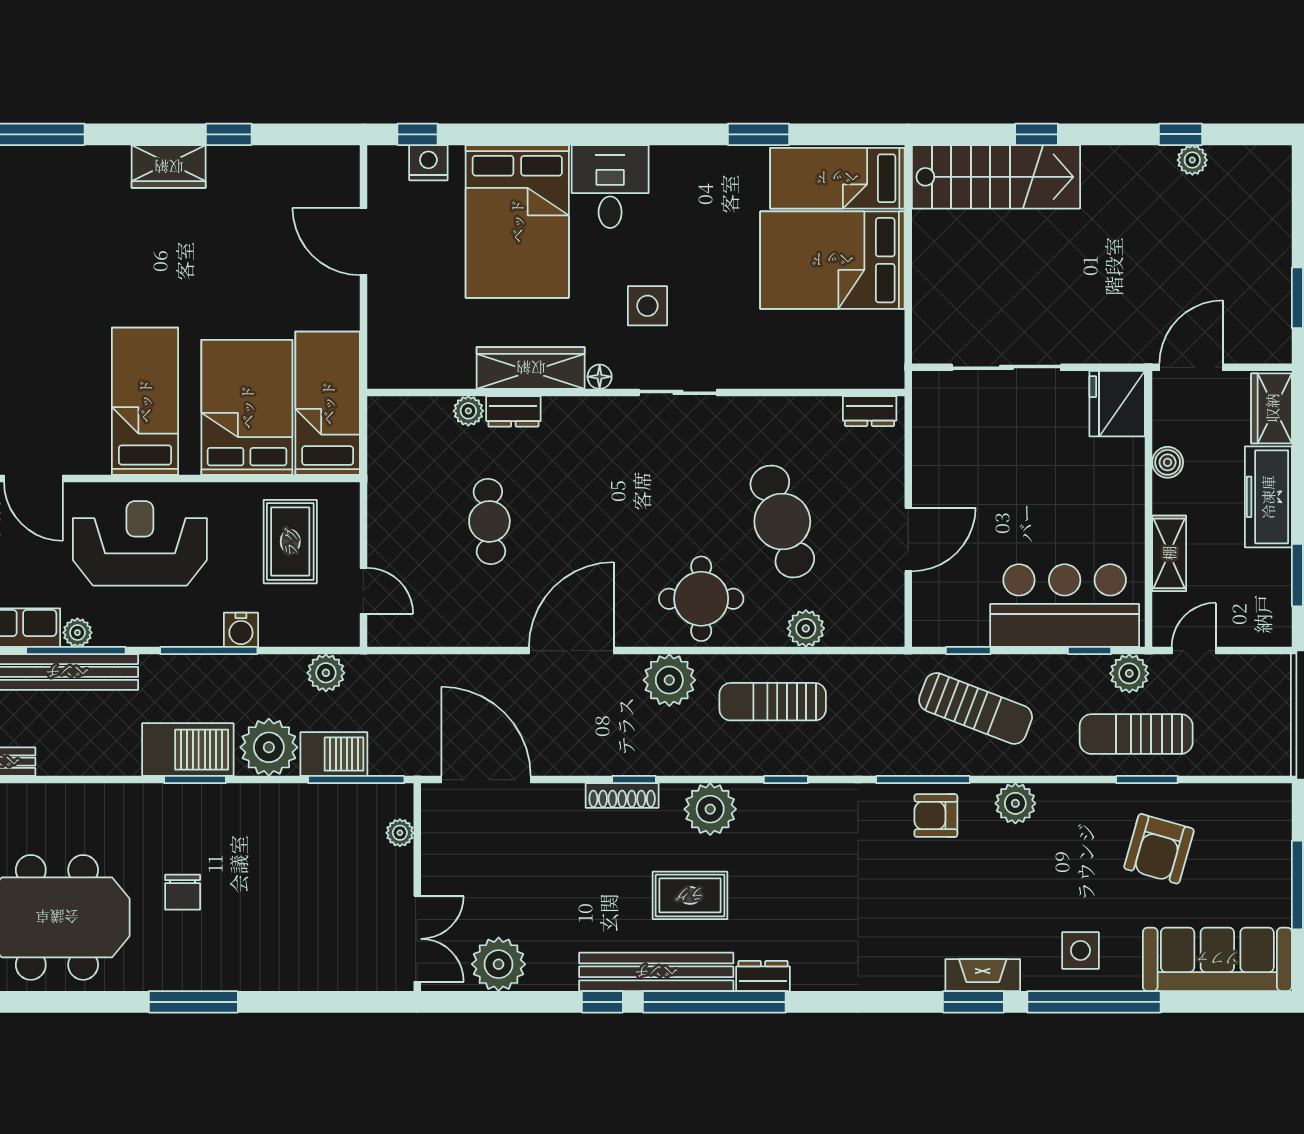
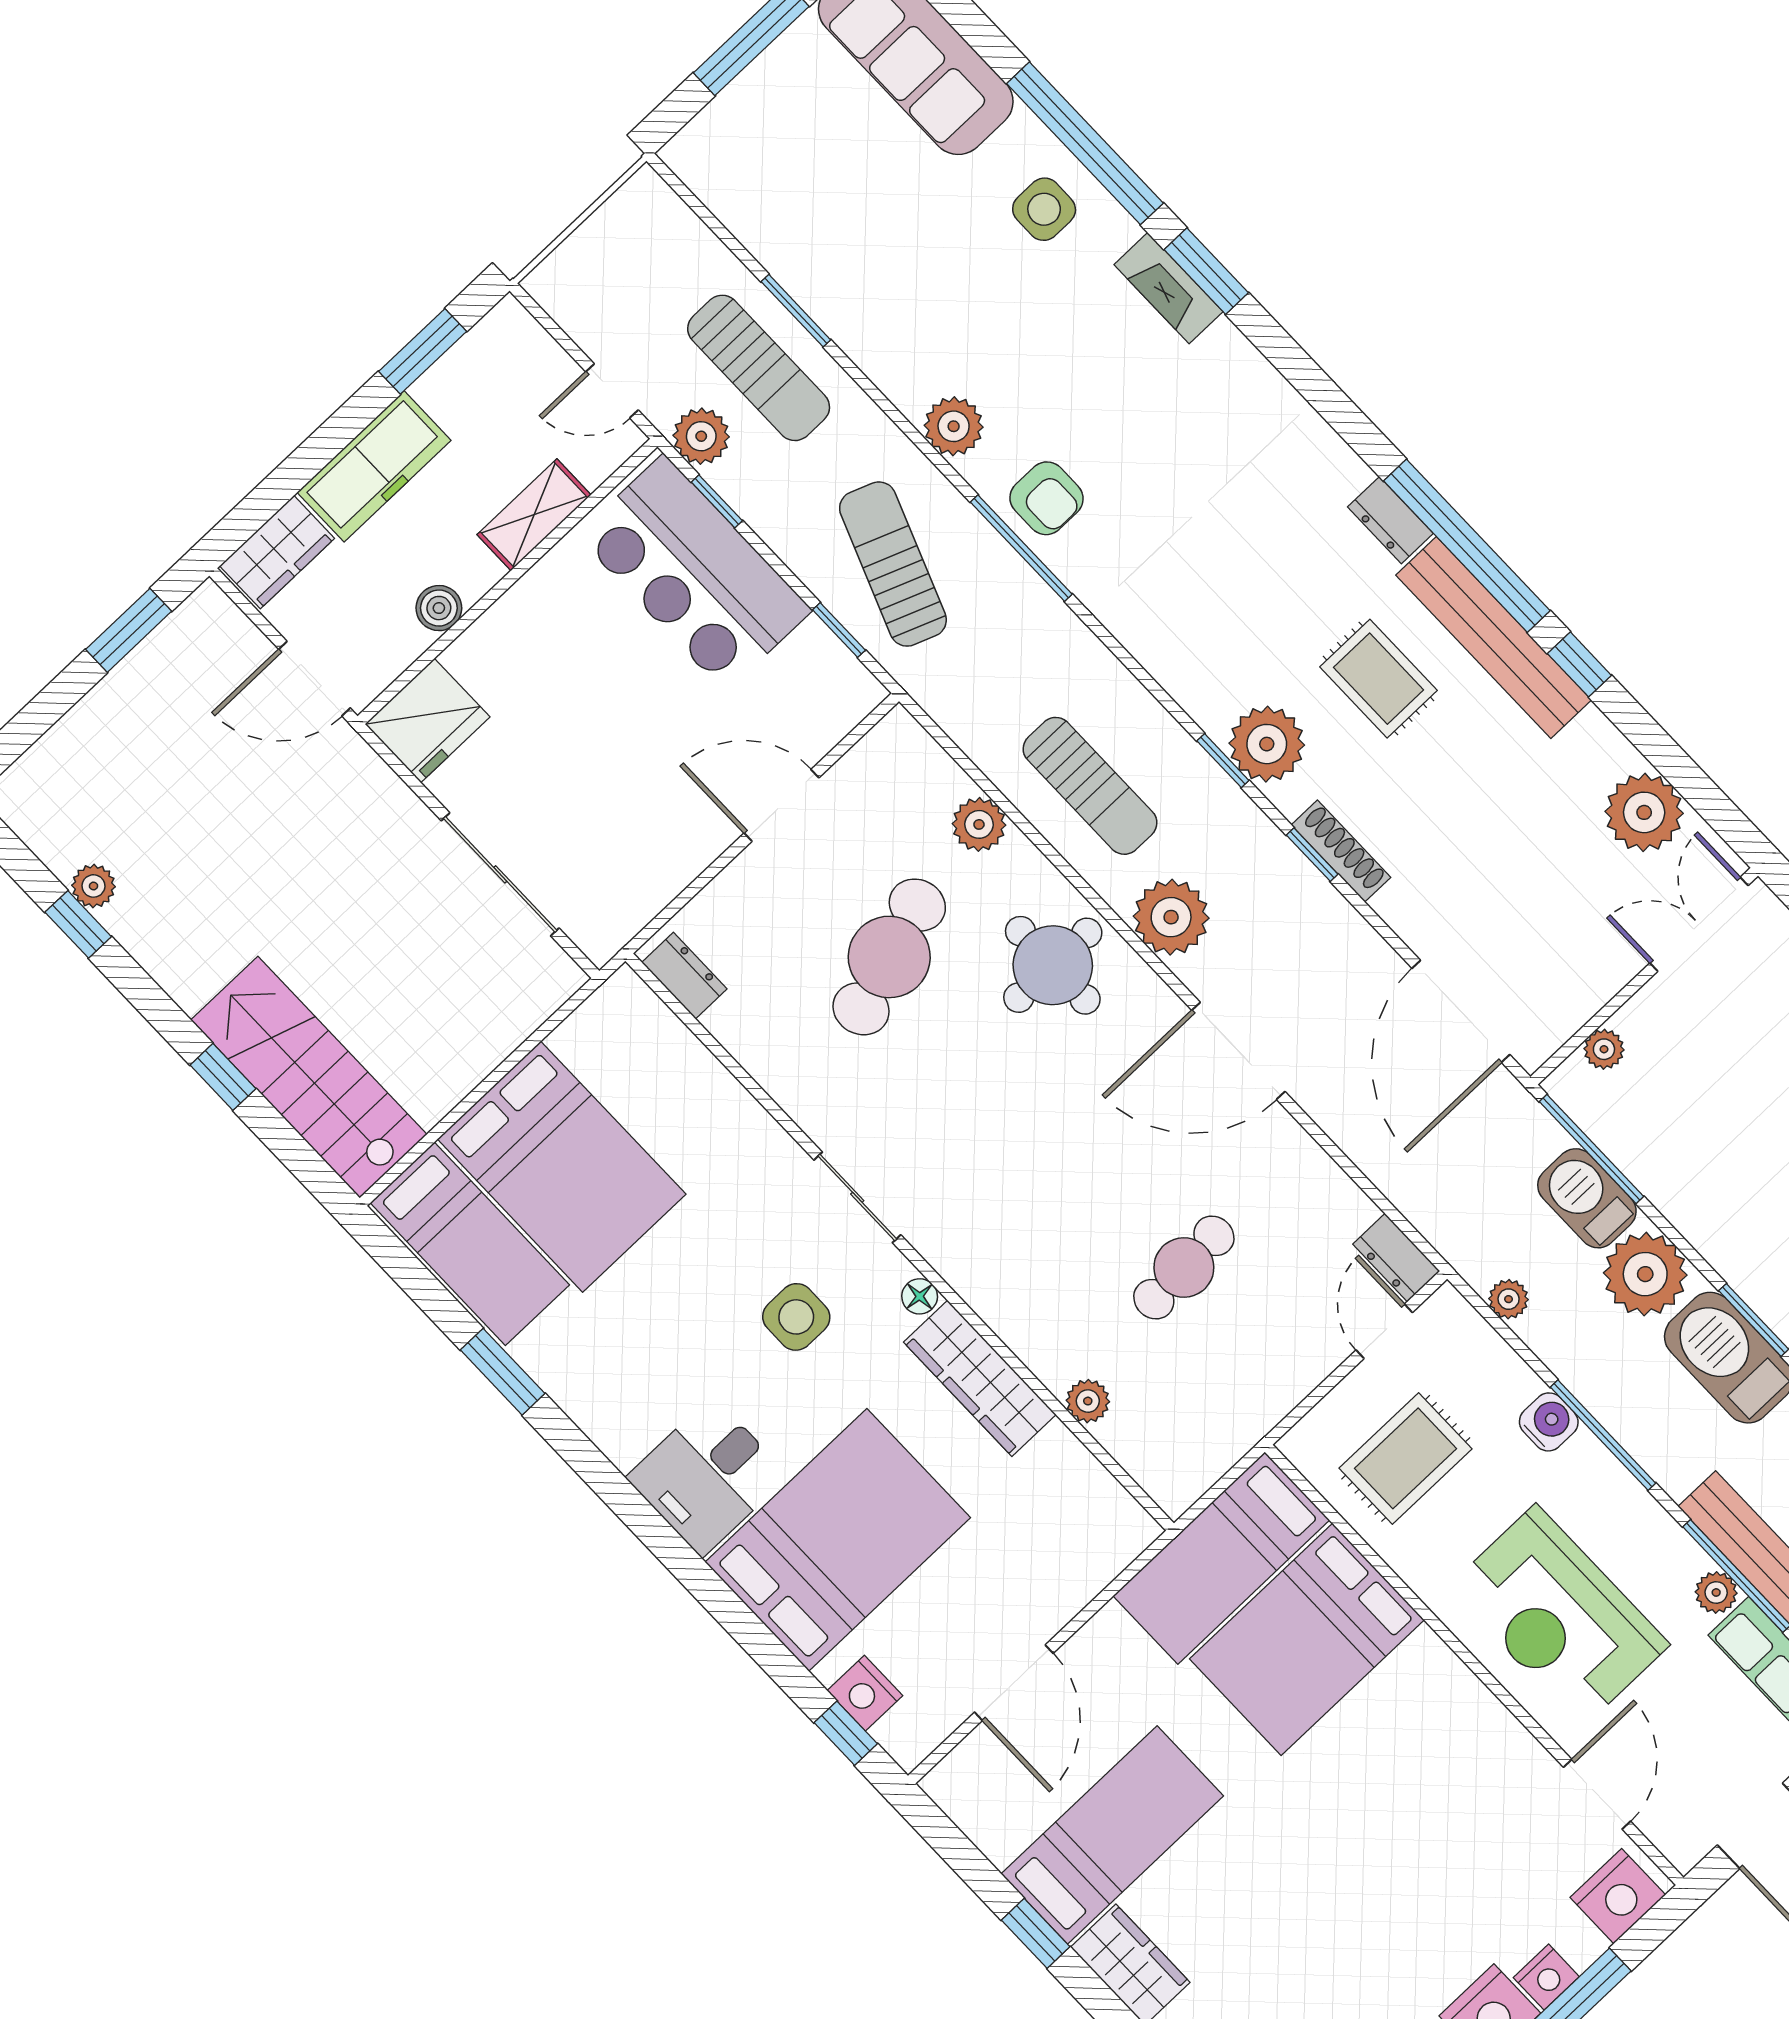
bed: (145, 401) -> (1112, 1835), moved, turned 180
dresser: (513, 411) -> (1396, 1258), moved, turned 180
plant: (326, 673) -> (1509, 1299), width x0.73, depth x0.73
window: (786, 780) -> (1223, 761), moved
armchair: (1159, 849) -> (857, 228), removed

